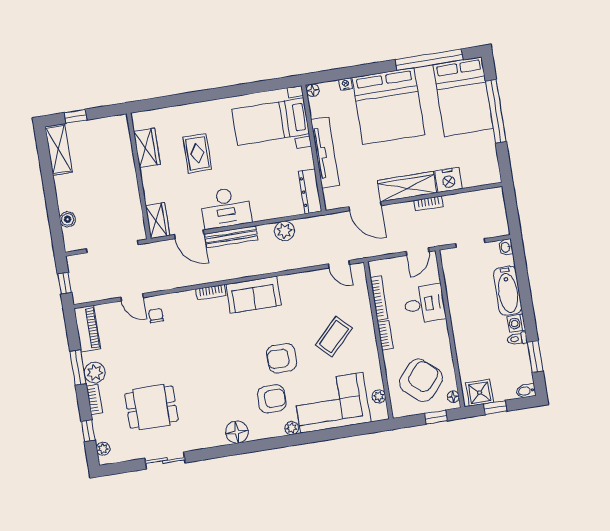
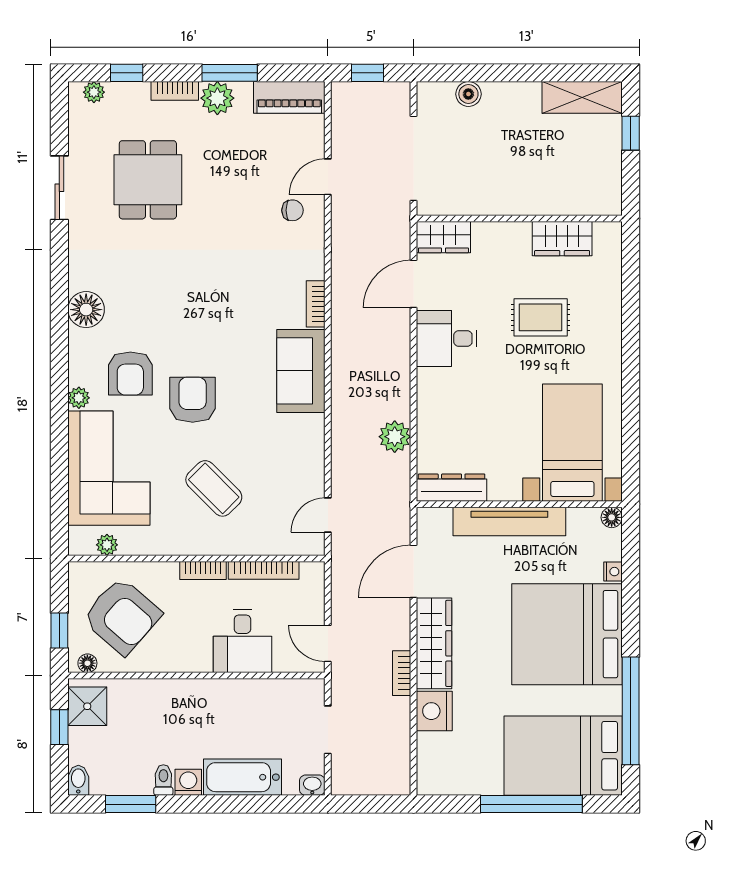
desk: (226, 208) -> (447, 339), width x0.73
bench: (231, 237) -> (399, 350), removed

